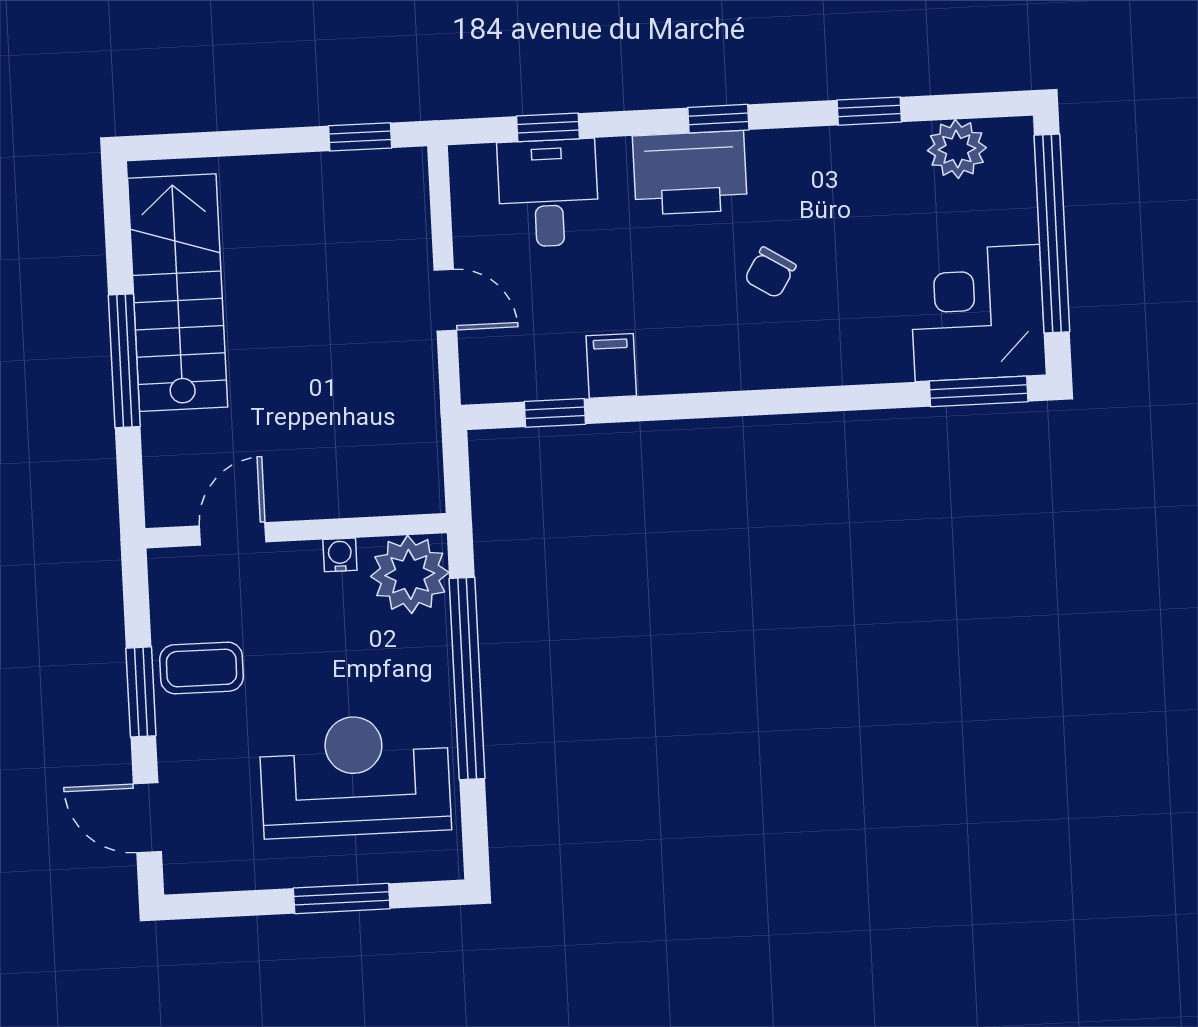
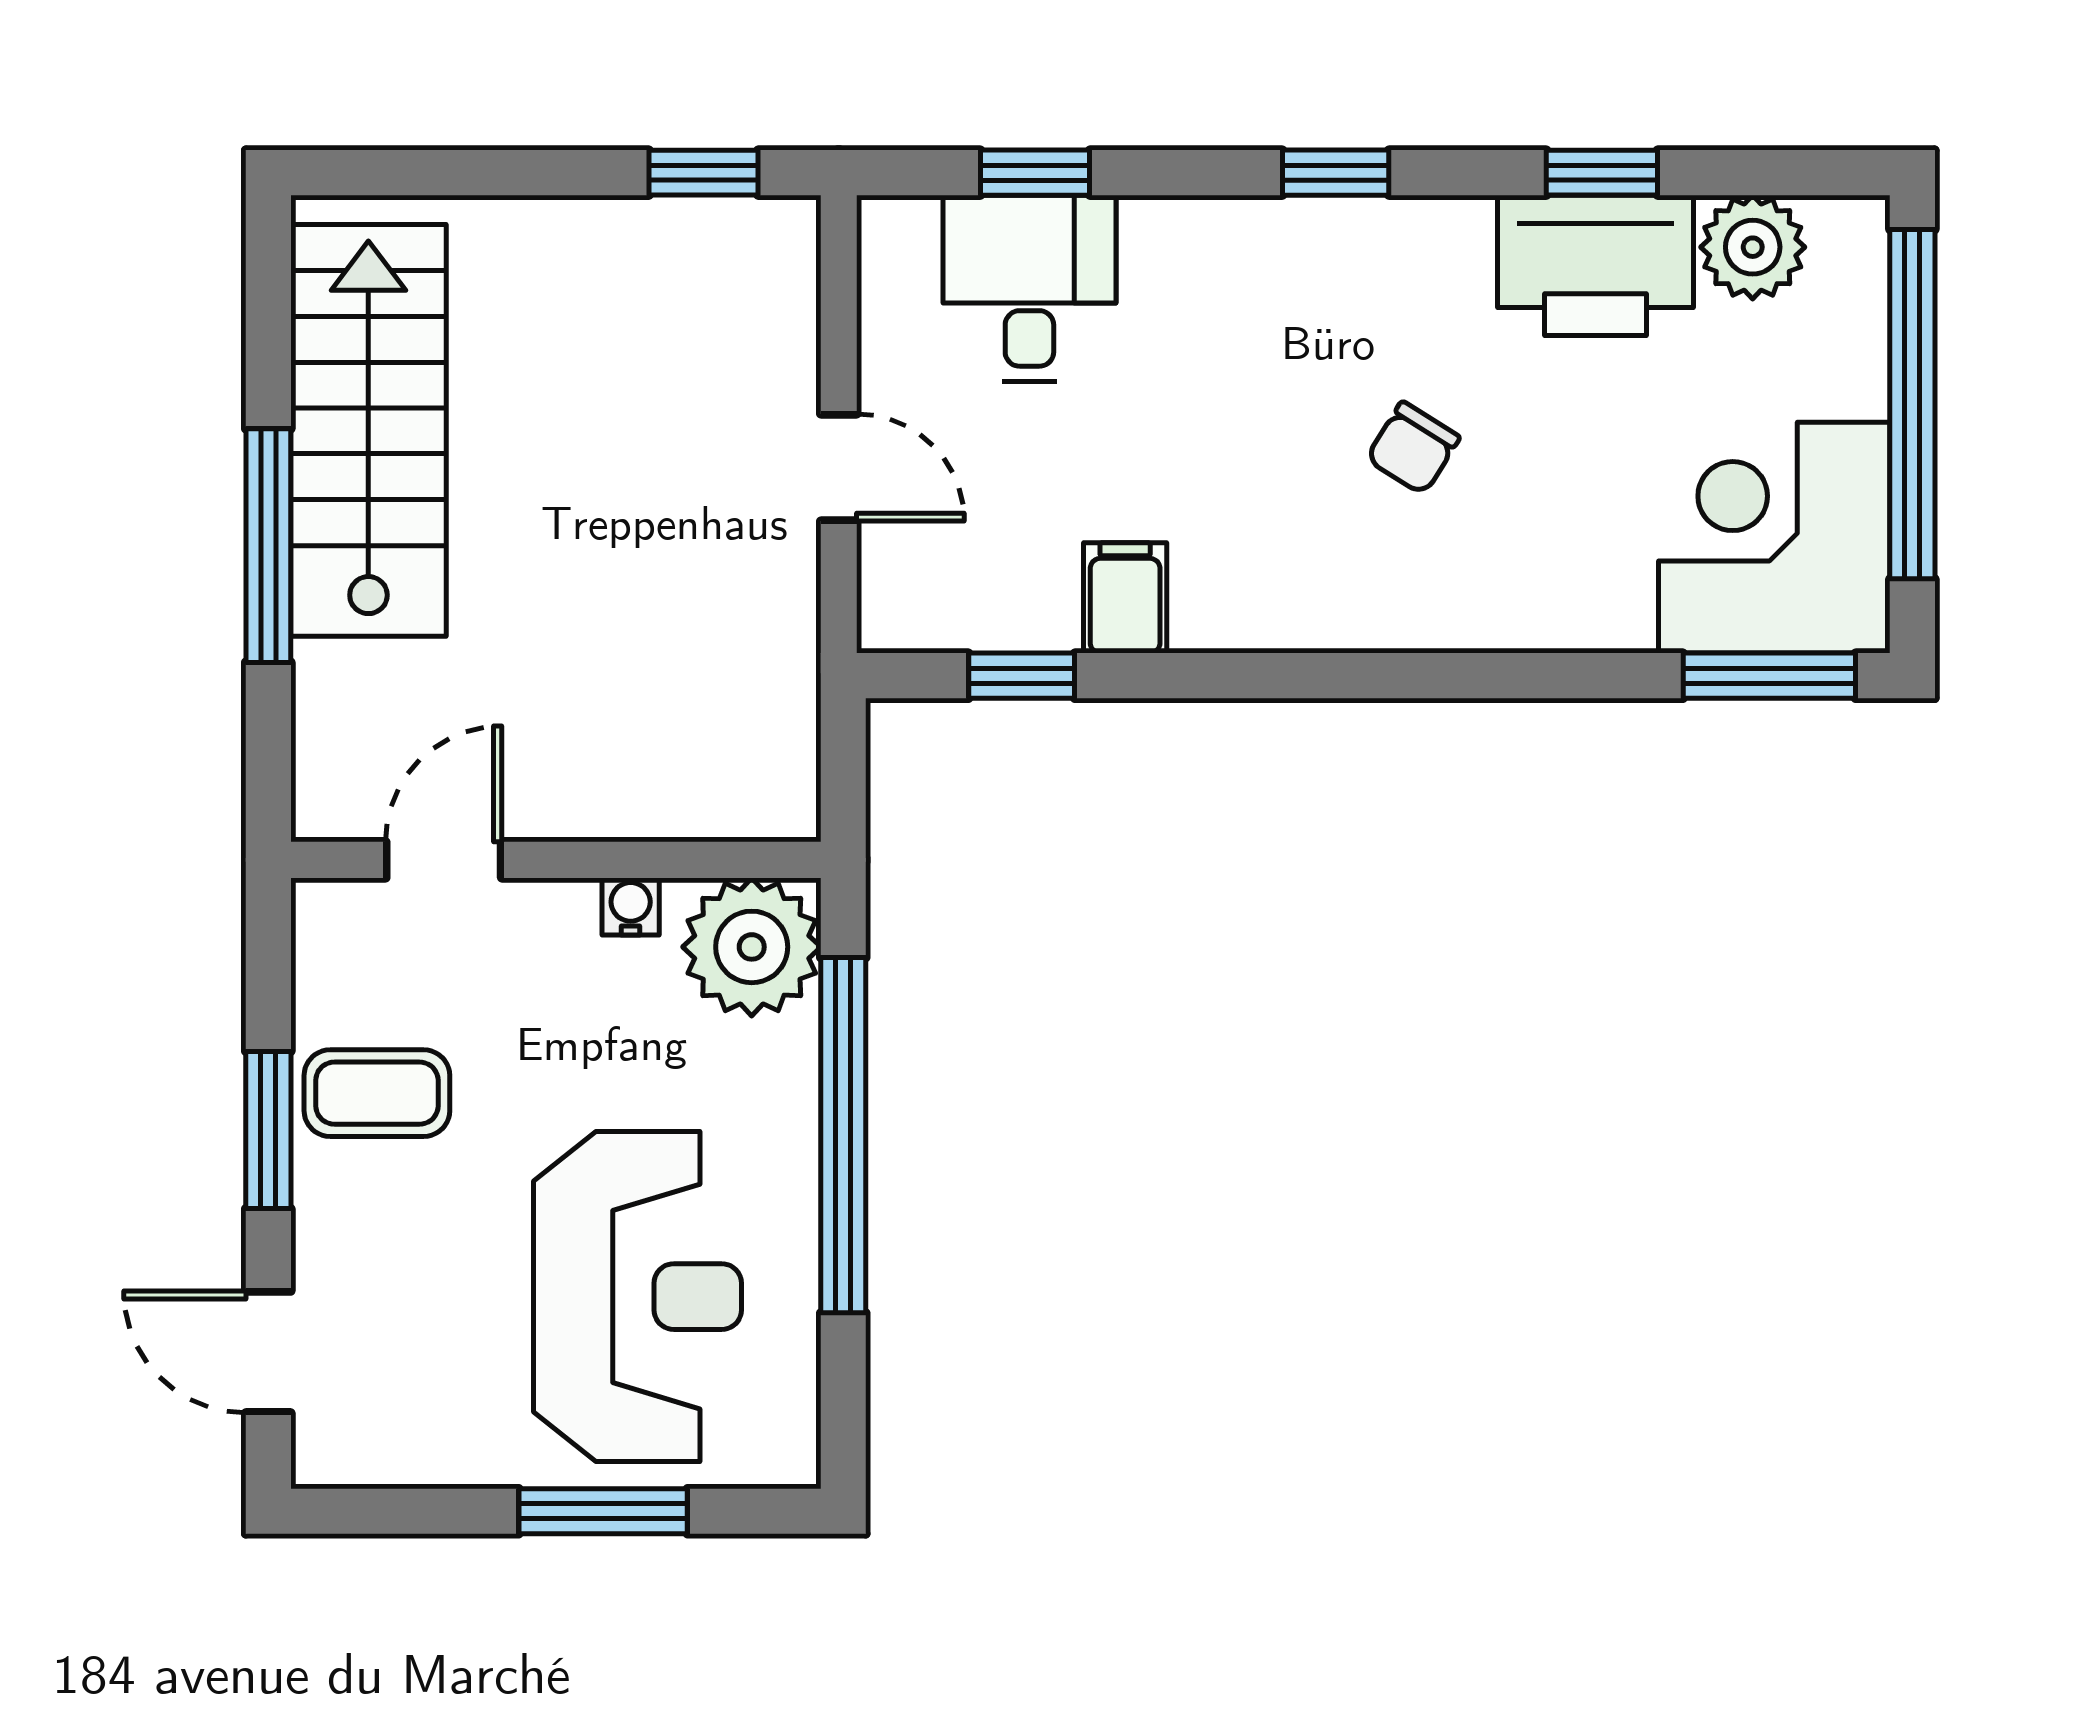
printer: (690, 173) -> (1596, 265), moved
reception desk: (355, 776) -> (637, 1297), turned 90

